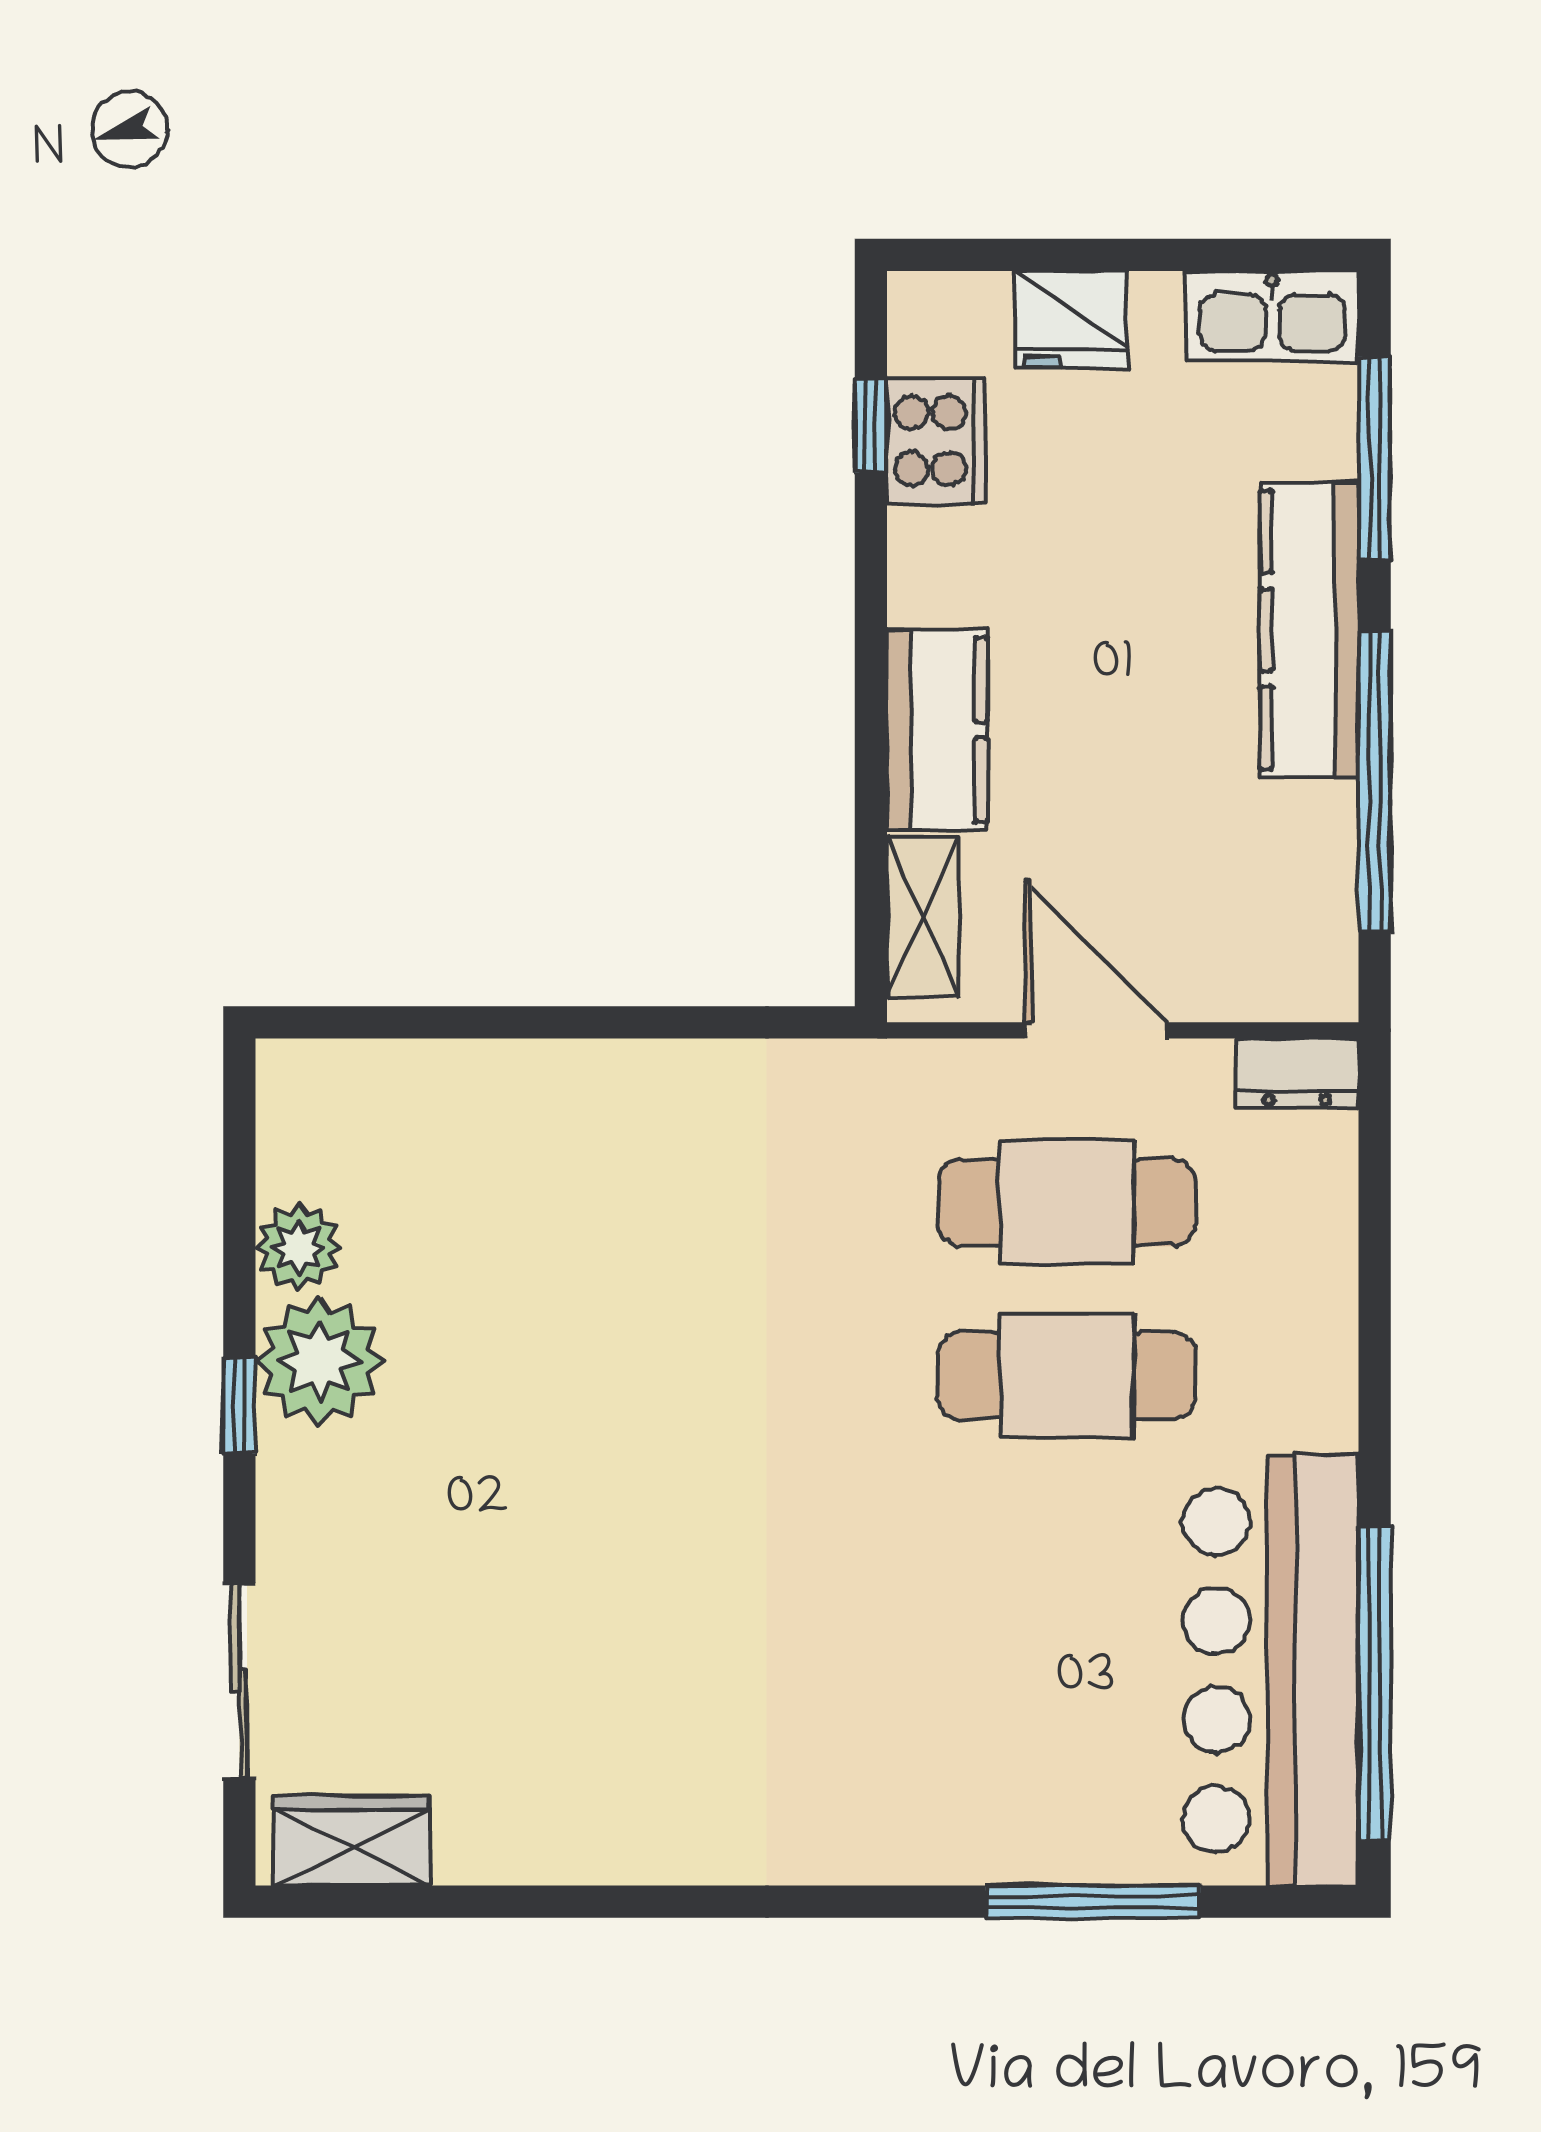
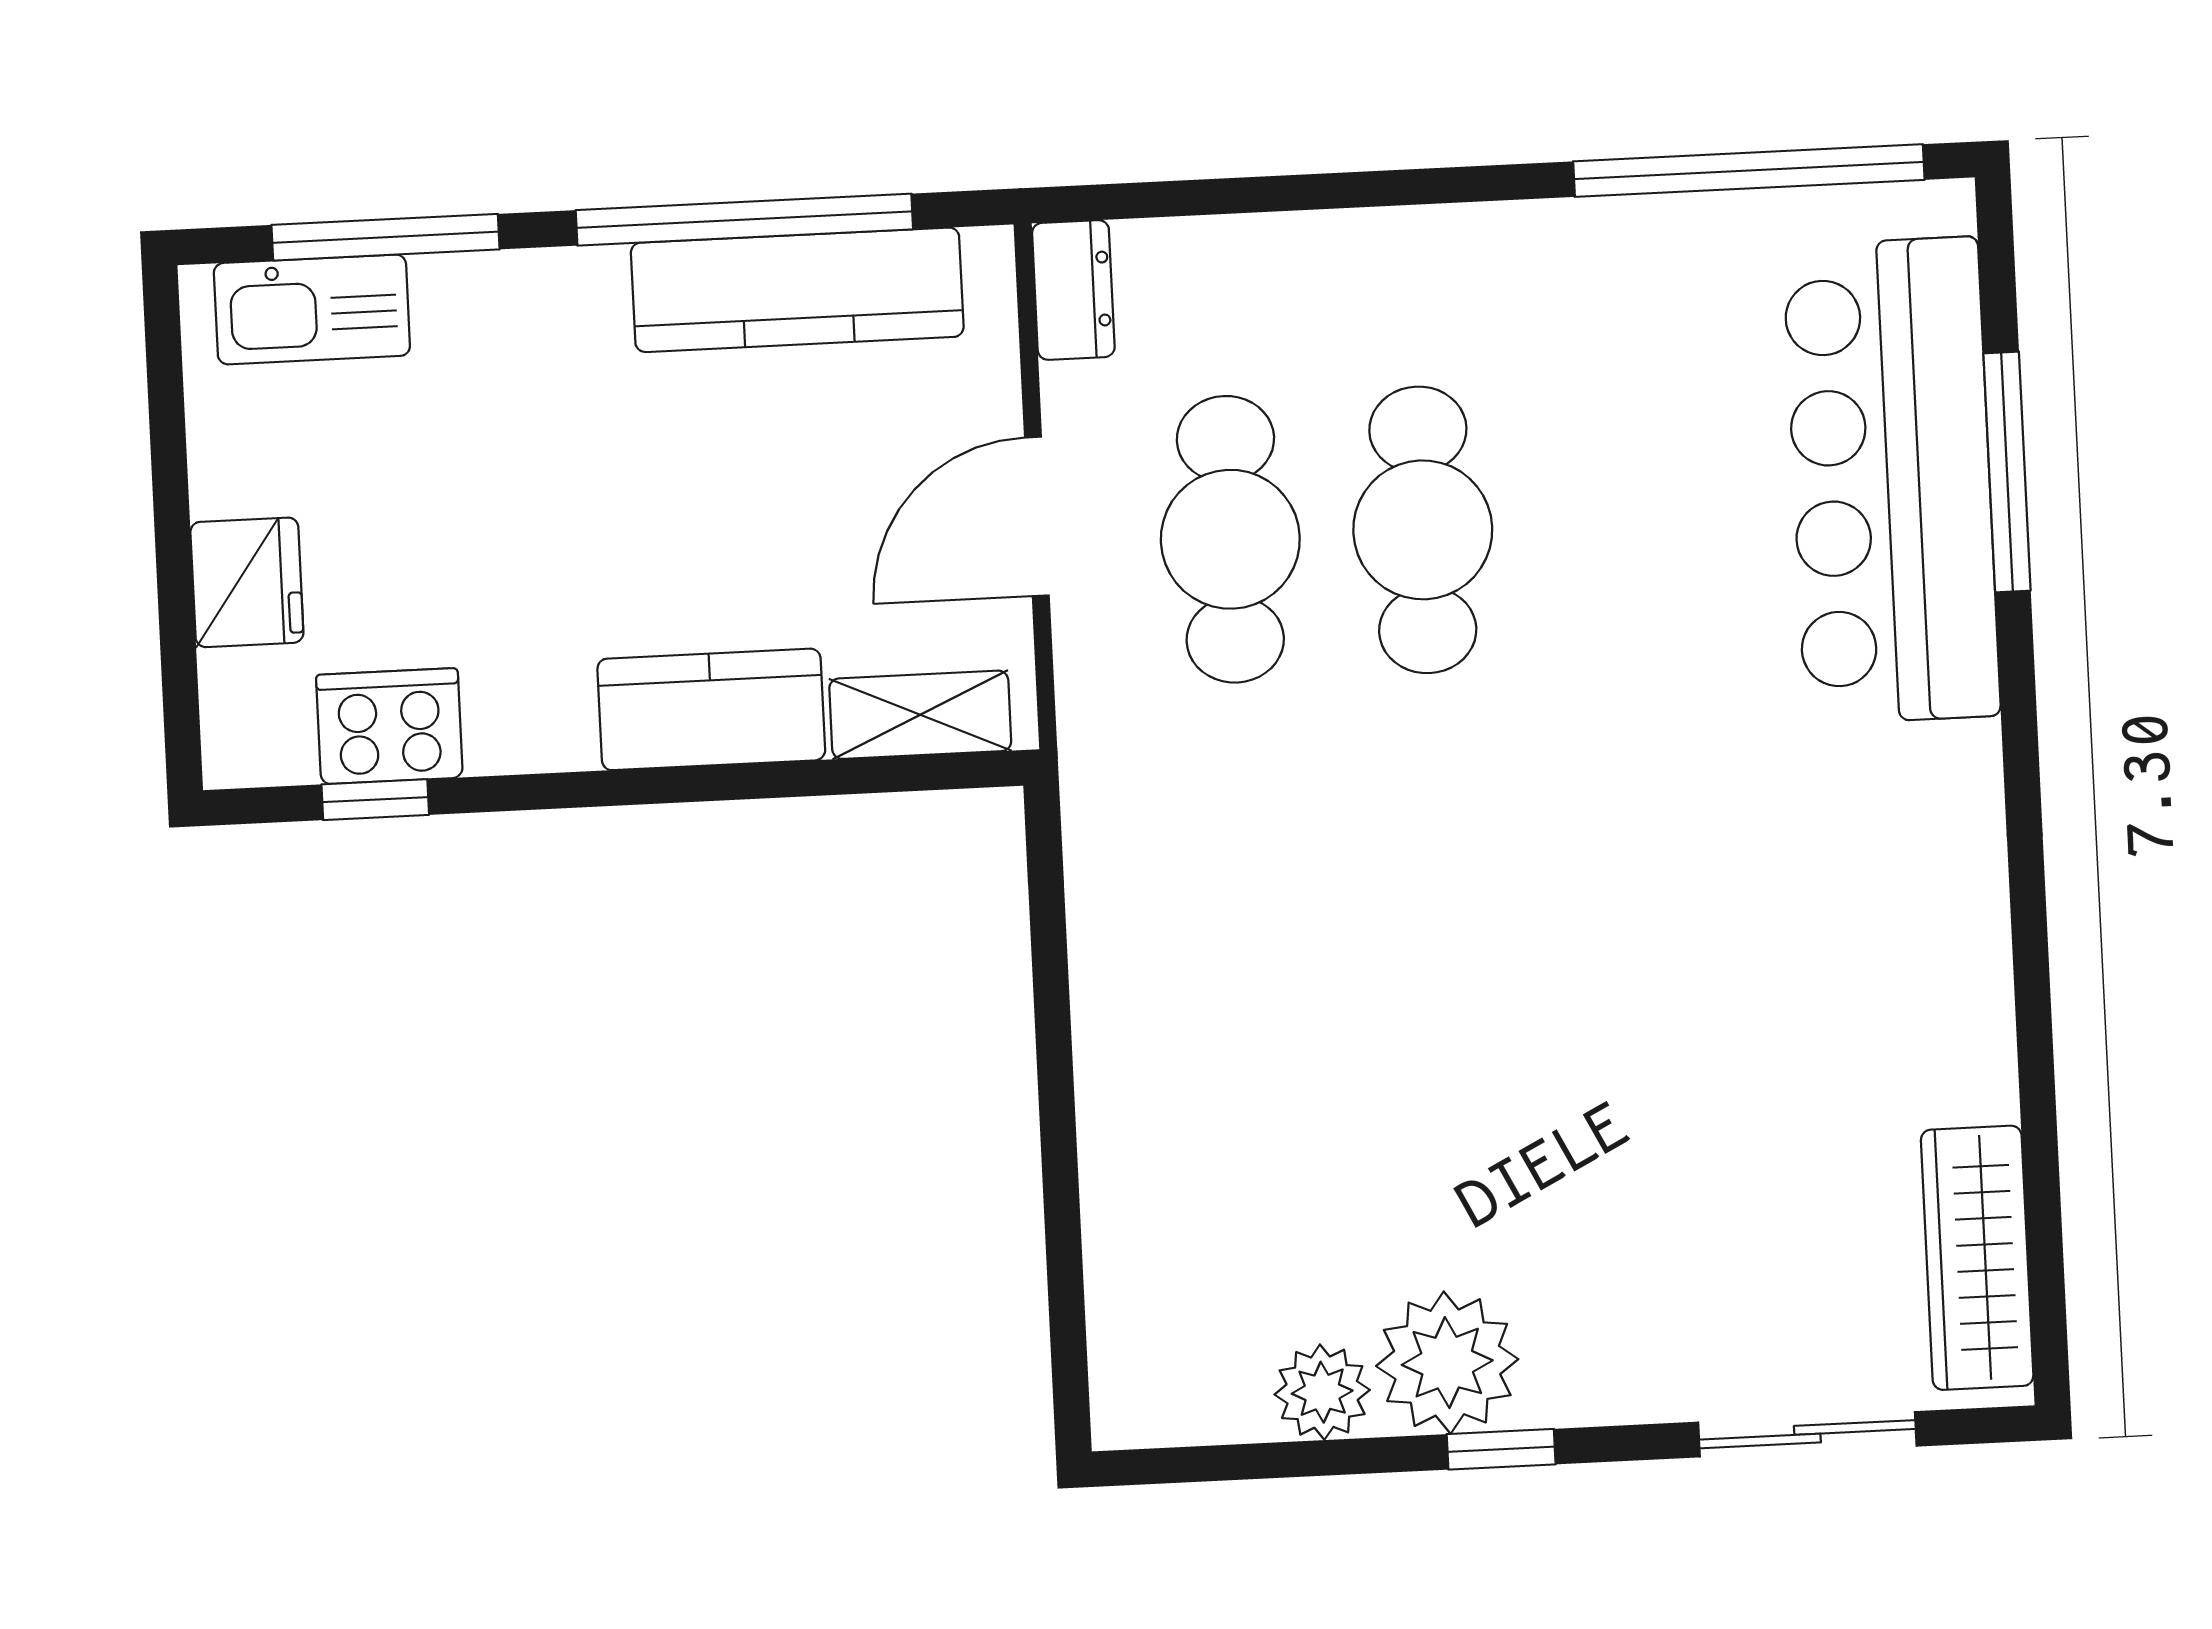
kitchen sink: (1272, 316) -> (312, 309), moved, turned 90
kitchen counter: (1309, 630) -> (797, 290), moved
bar counter: (1271, 1670) -> (1892, 481), moved, turned 90
wardrobe: (351, 1840) -> (1977, 1258), width x1.50

